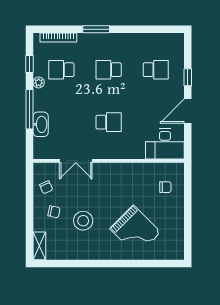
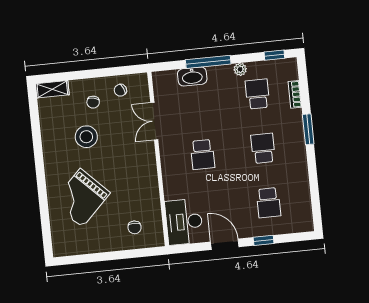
bookcase: (58, 38) -> (295, 94), width x0.64
window: (29, 64) -> (274, 55), moved

